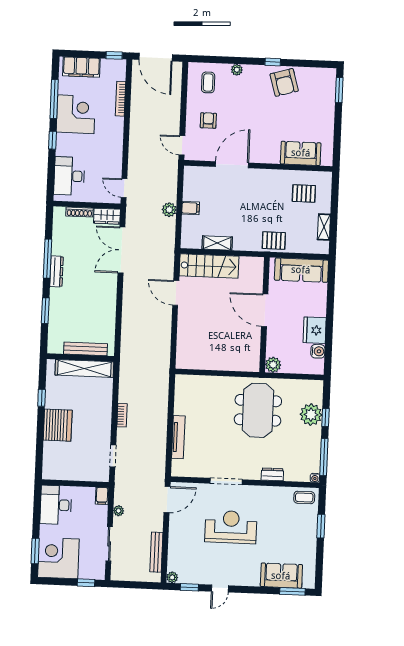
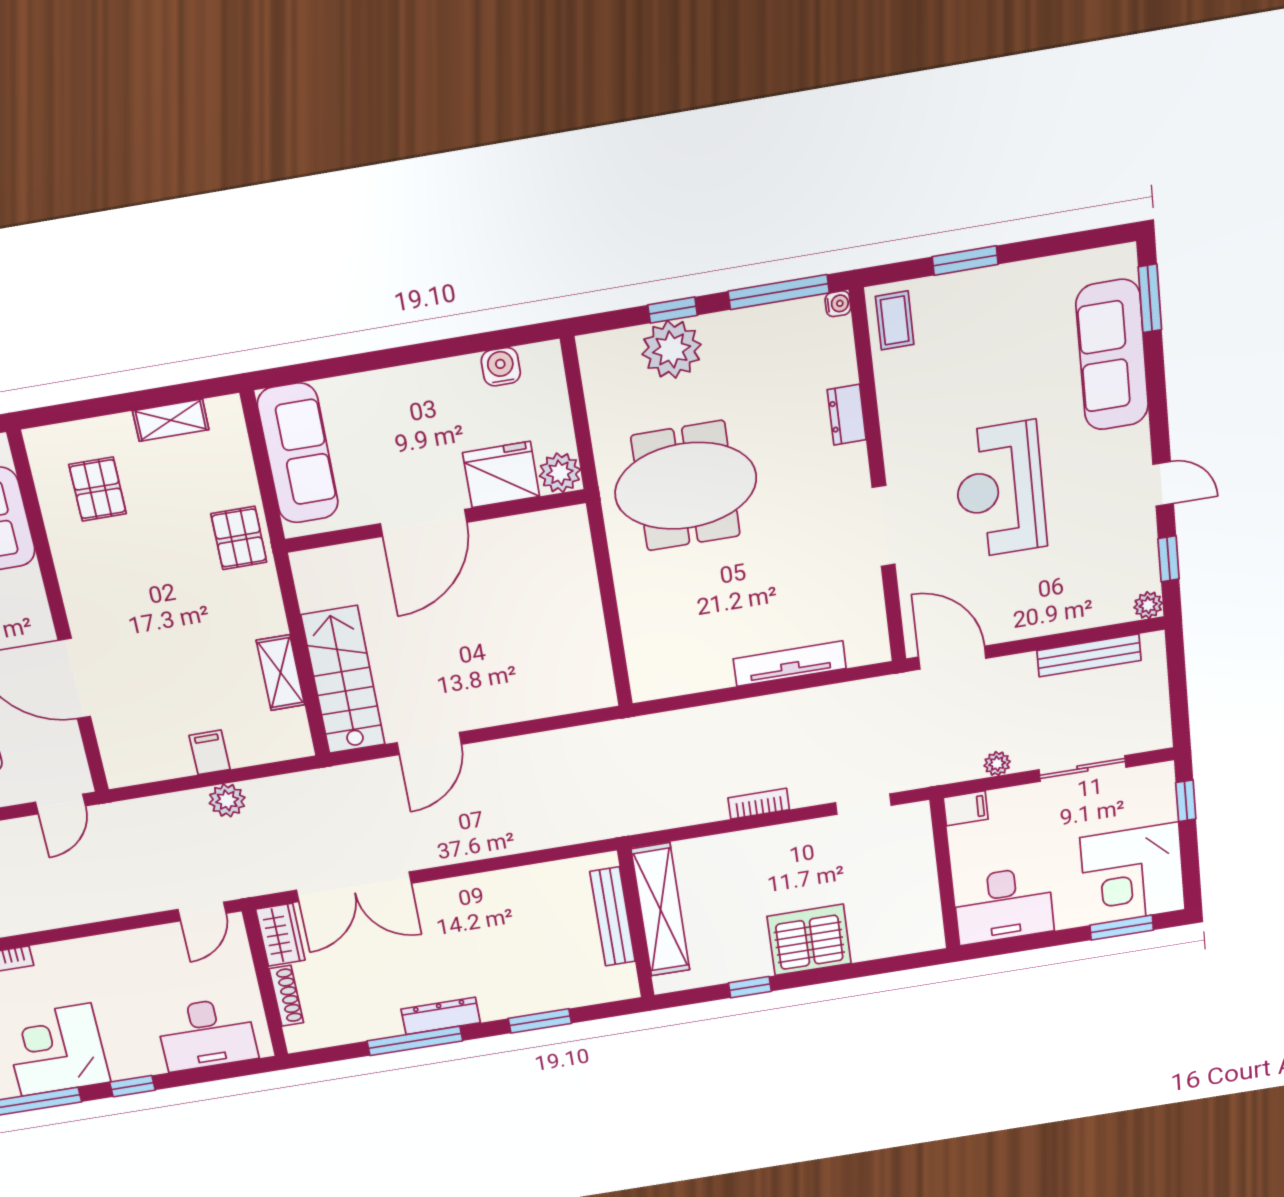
fridge: (315, 330) -> (501, 475), moved, turned 180
sofa: (281, 576) -> (1112, 355), width x1.36

